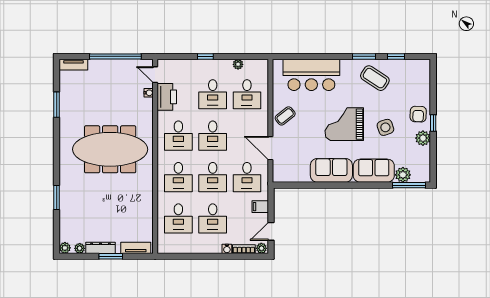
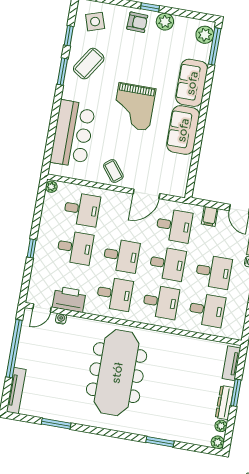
plant: (238, 64) -> (51, 187), moved
tv unit: (73, 65) -> (16, 391), width x1.41
side table: (385, 127) -> (95, 22), moved
plant: (403, 175) -> (205, 35), moved

